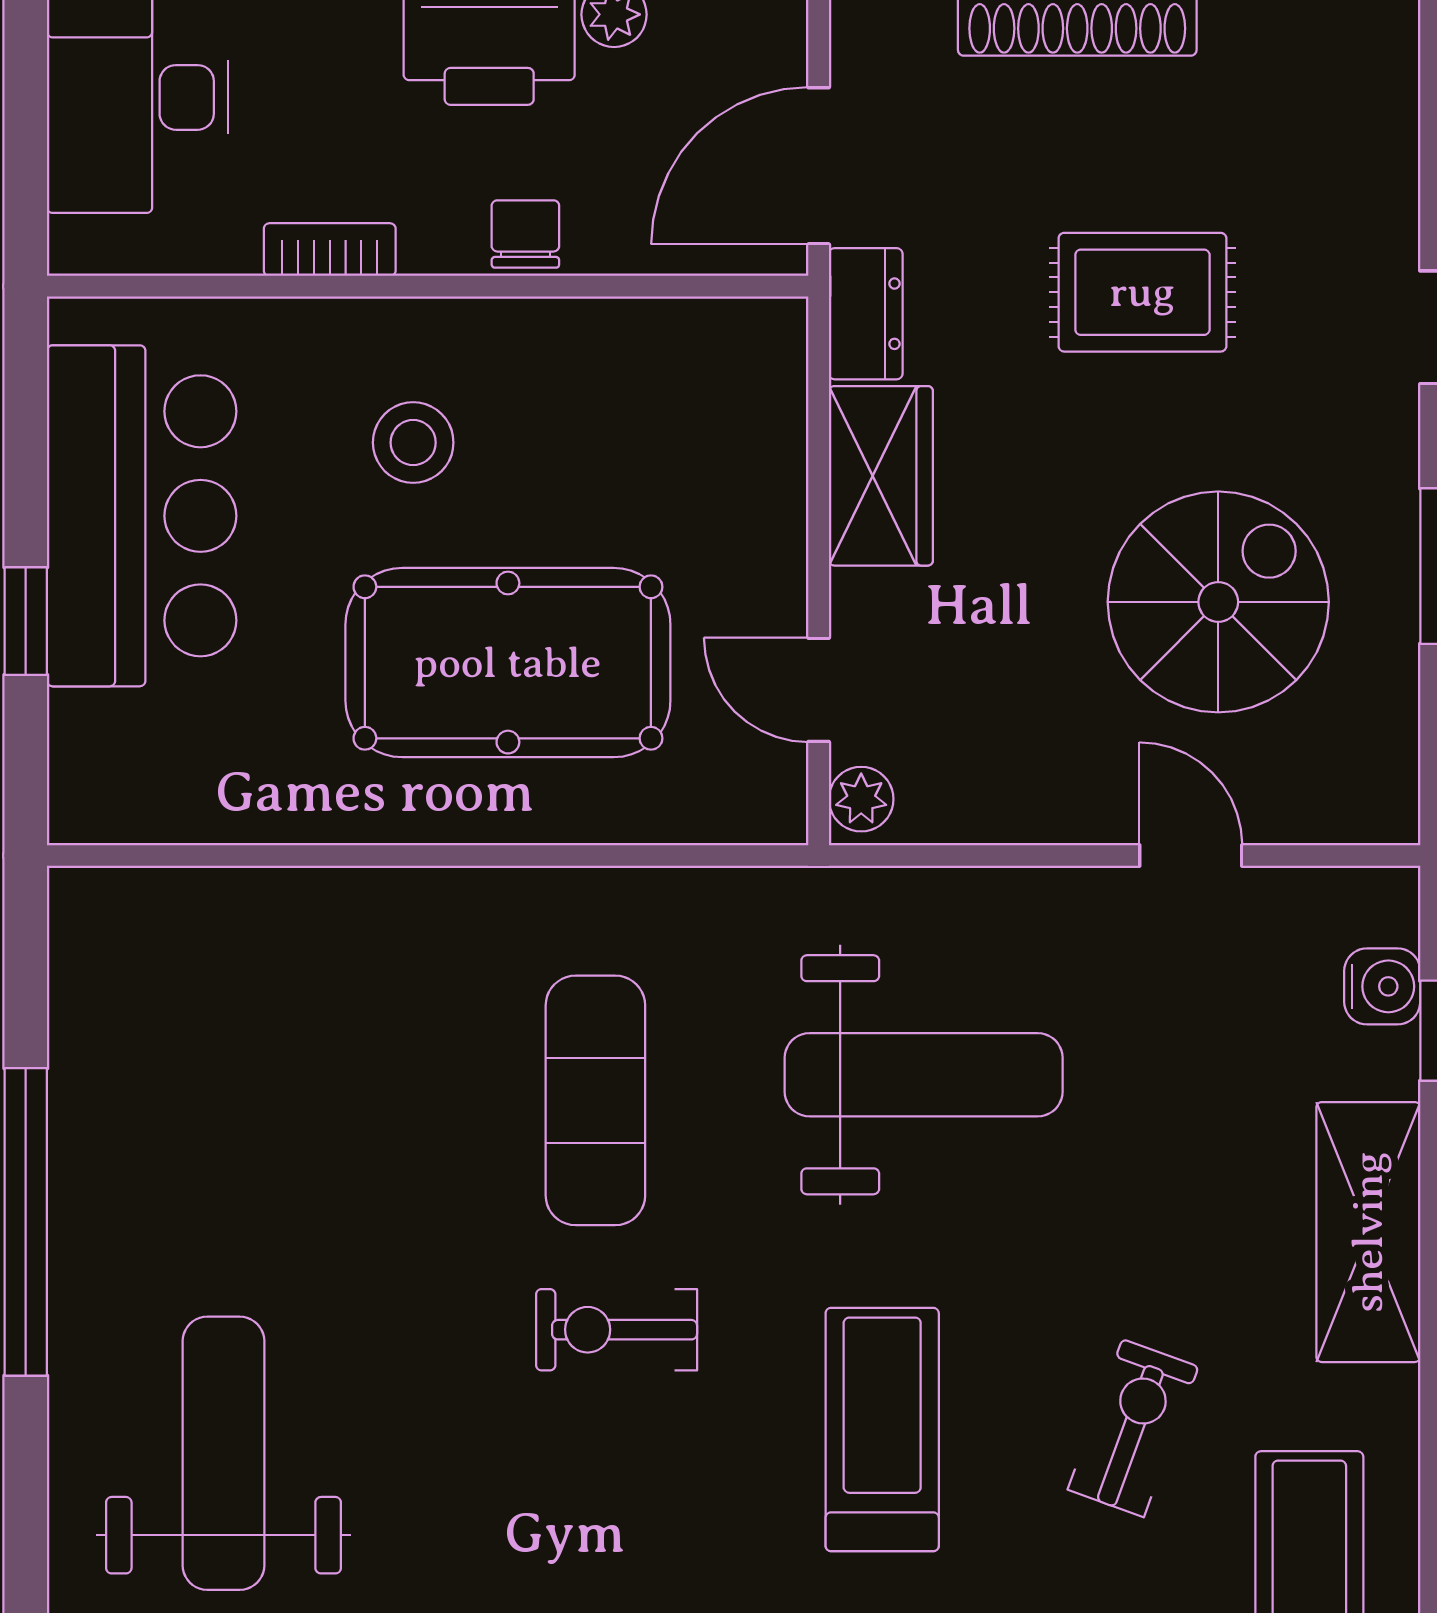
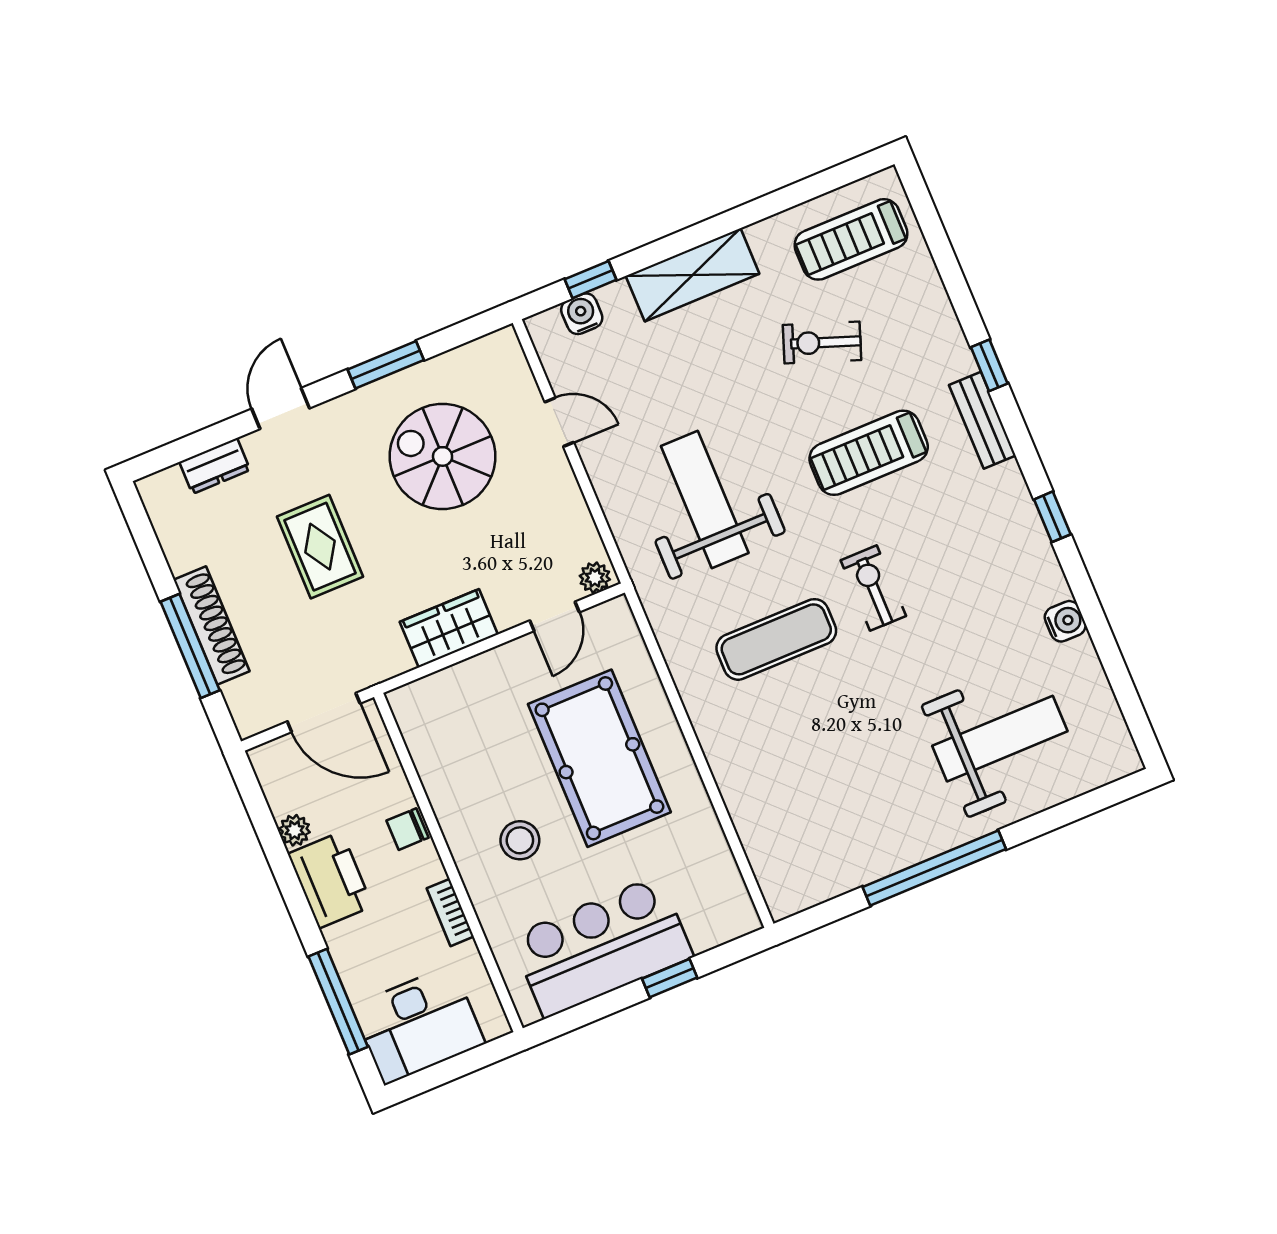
dresser: (866, 314) -> (215, 466), moved, turned 180
door: (1191, 856) -> (559, 422), swing flipped
exercise bike: (617, 1330) -> (873, 588), turned 180
weight bench: (223, 1453) -> (1000, 739), turned 180

